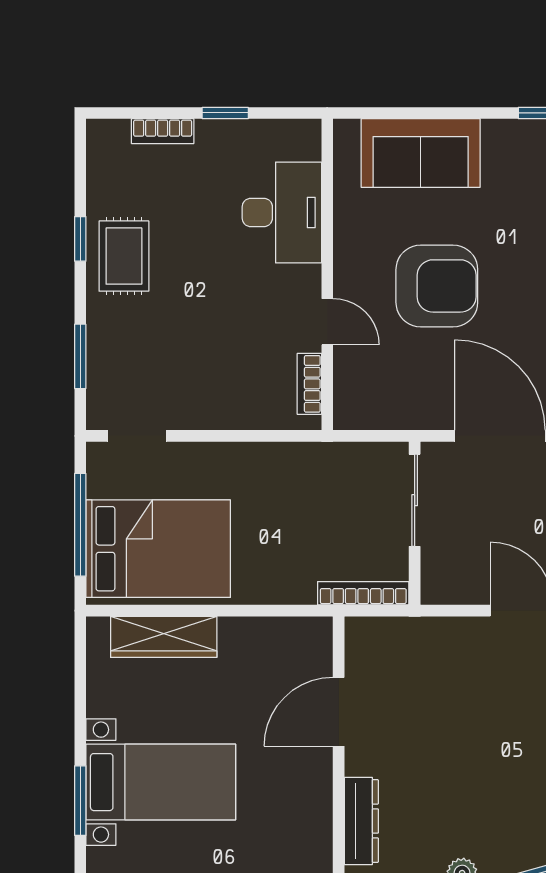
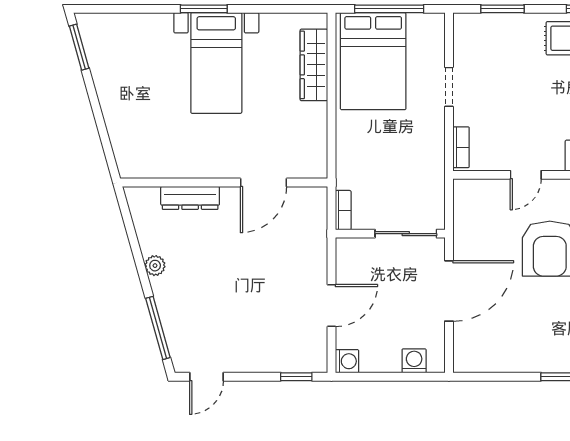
bookcase: (309, 384) -> (461, 147), moved, turned 90
doorway: (137, 436) -> (449, 87), moved
bookcase: (363, 593) -> (343, 210), width x0.64
door: (339, 712) -> (264, 183), swing flipped

